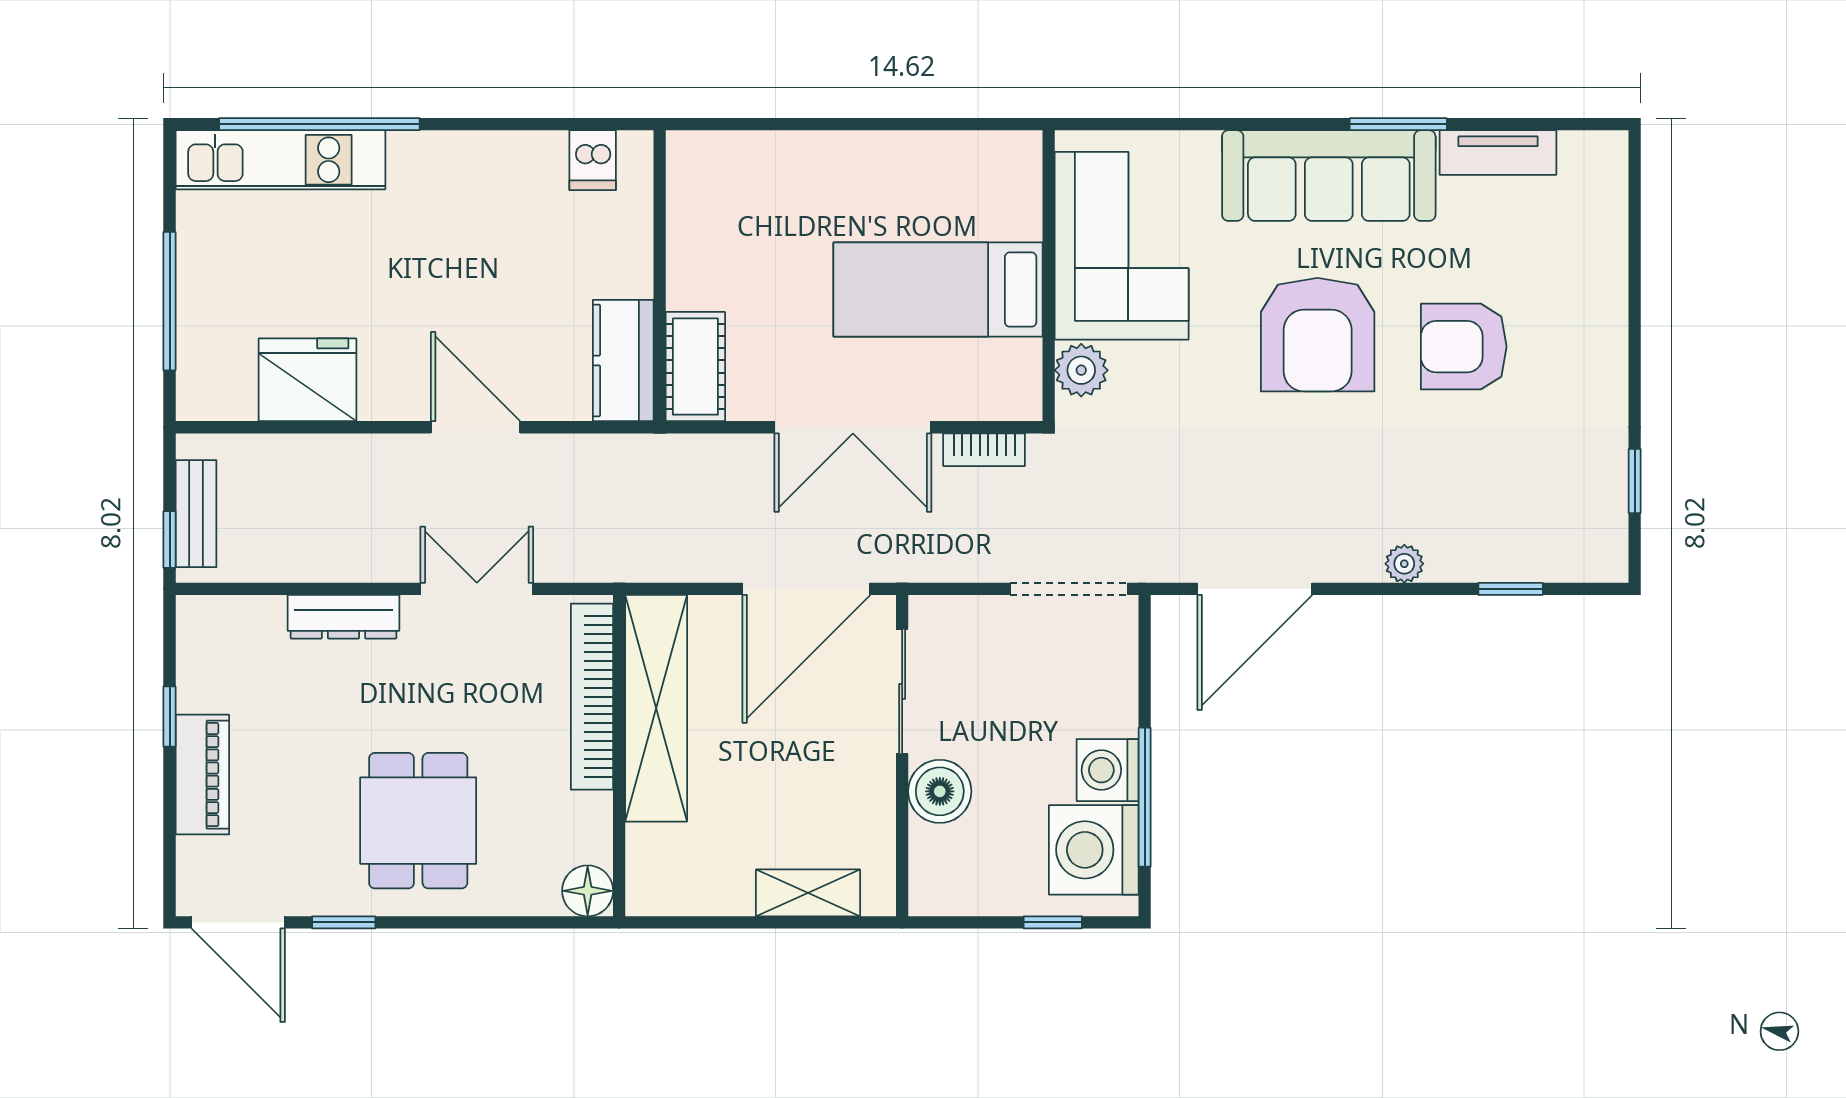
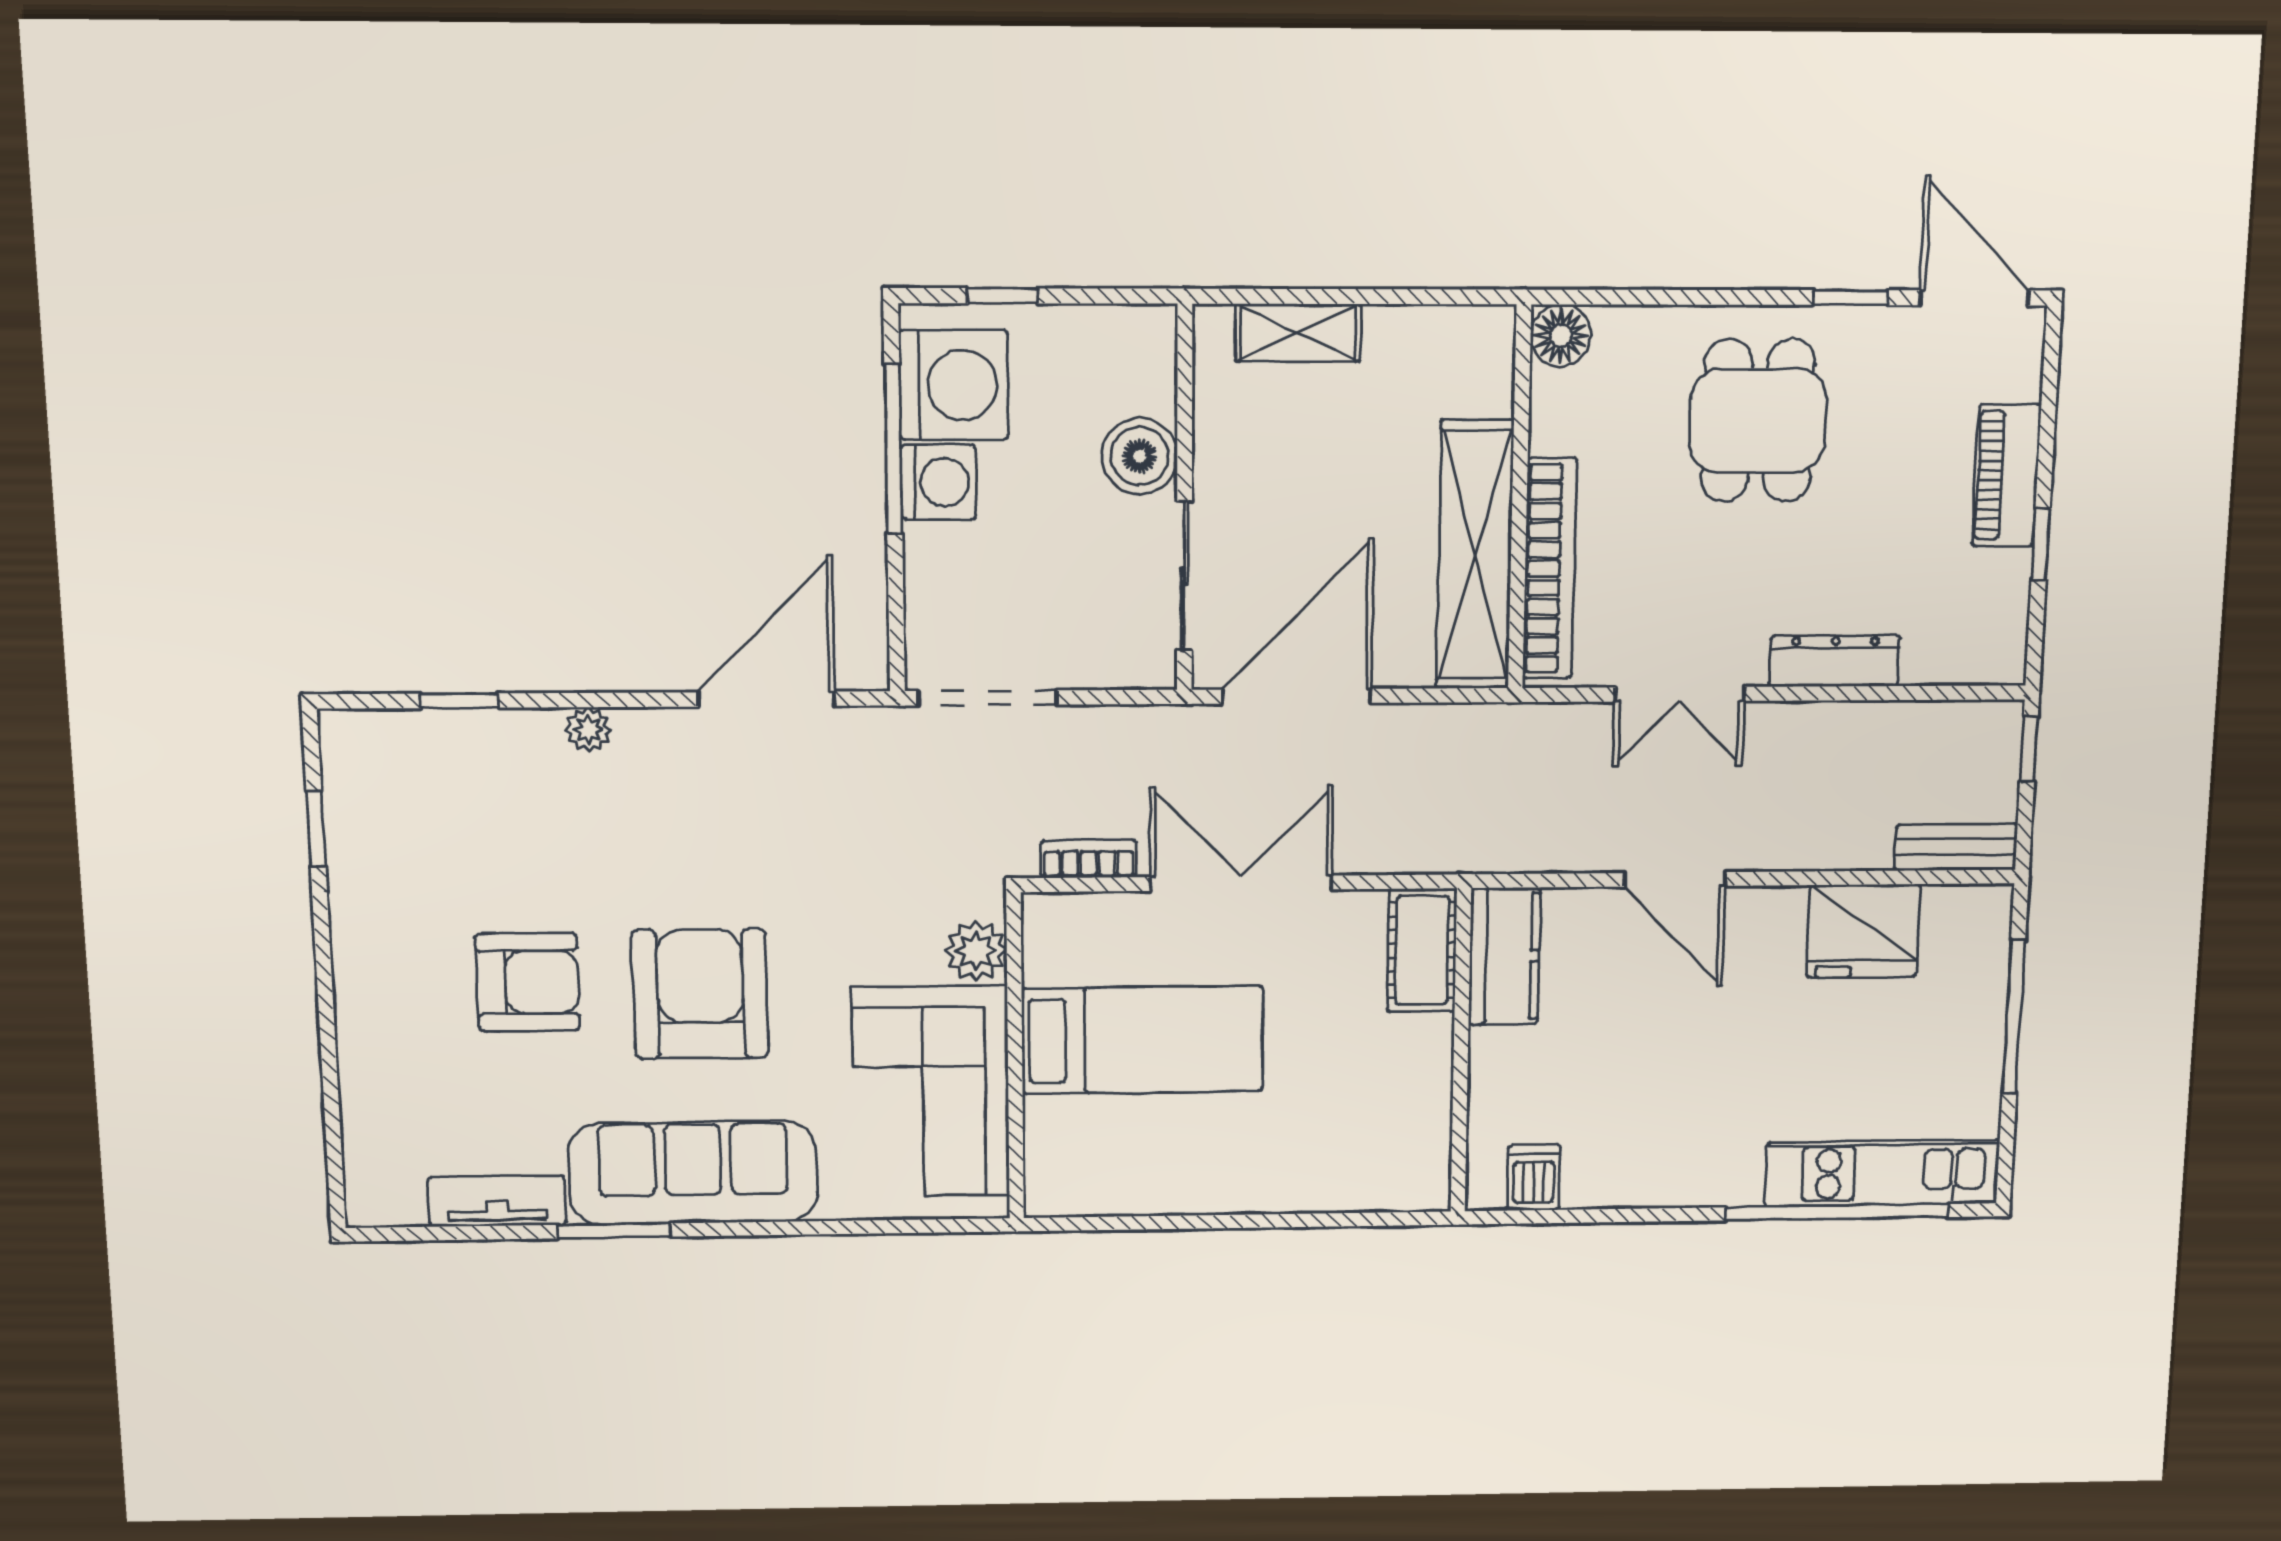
bench: (196, 514) -> (1956, 847), moved, turned 90

